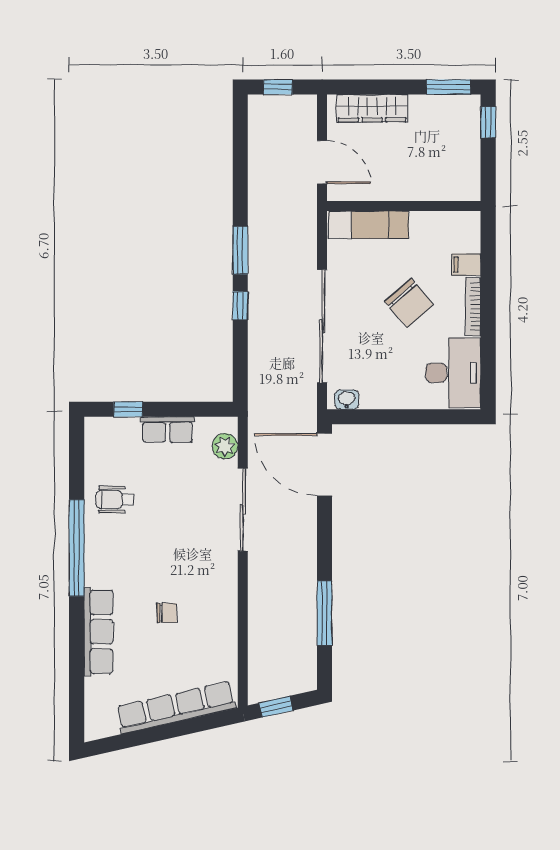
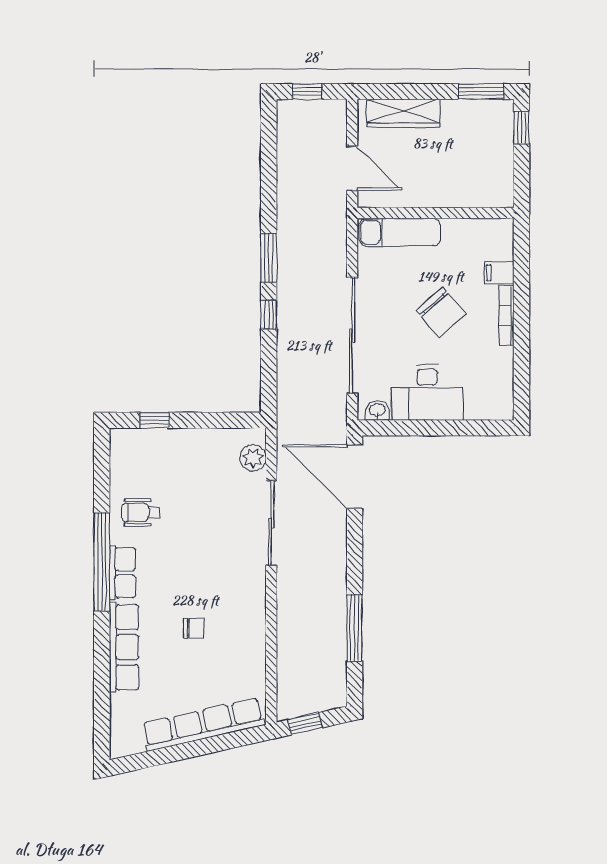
desk: (453, 373) -> (427, 392), moved, turned 90
row of seats: (168, 430) -> (122, 573), moved, turned -90

